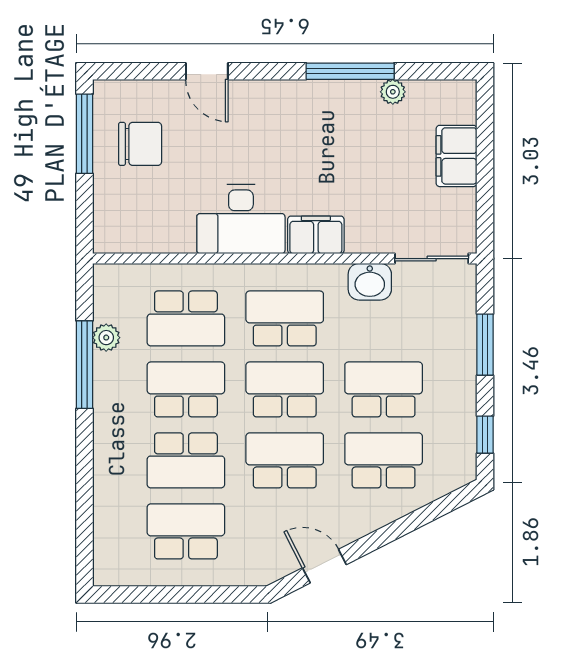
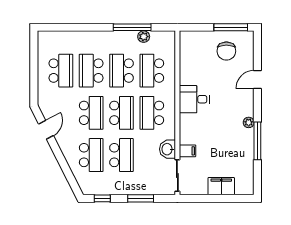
plant: (393, 92) -> (249, 122), moved
desk: (241, 219) -> (194, 99), width x0.73
filing cabinet: (316, 235) -> (188, 151), moved, width x0.50
school desk: (285, 318) -> (152, 113), turned 180
school desk: (186, 389) -> (122, 71), turned 180

